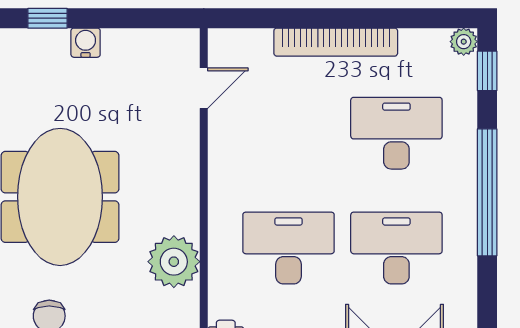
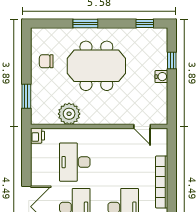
desk: (289, 248) -> (75, 162), turned 180

